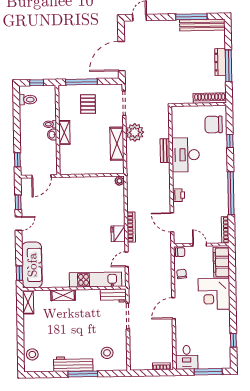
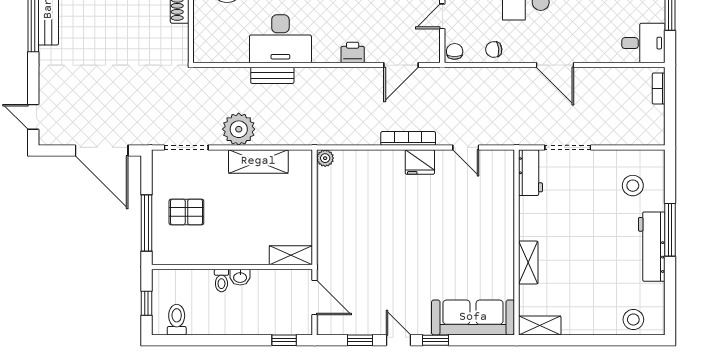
shelving: (64, 132) -> (291, 255), moved
window: (19, 273) -> (435, 340), moved
kitchen unit: (95, 280) -> (501, 204), removed

